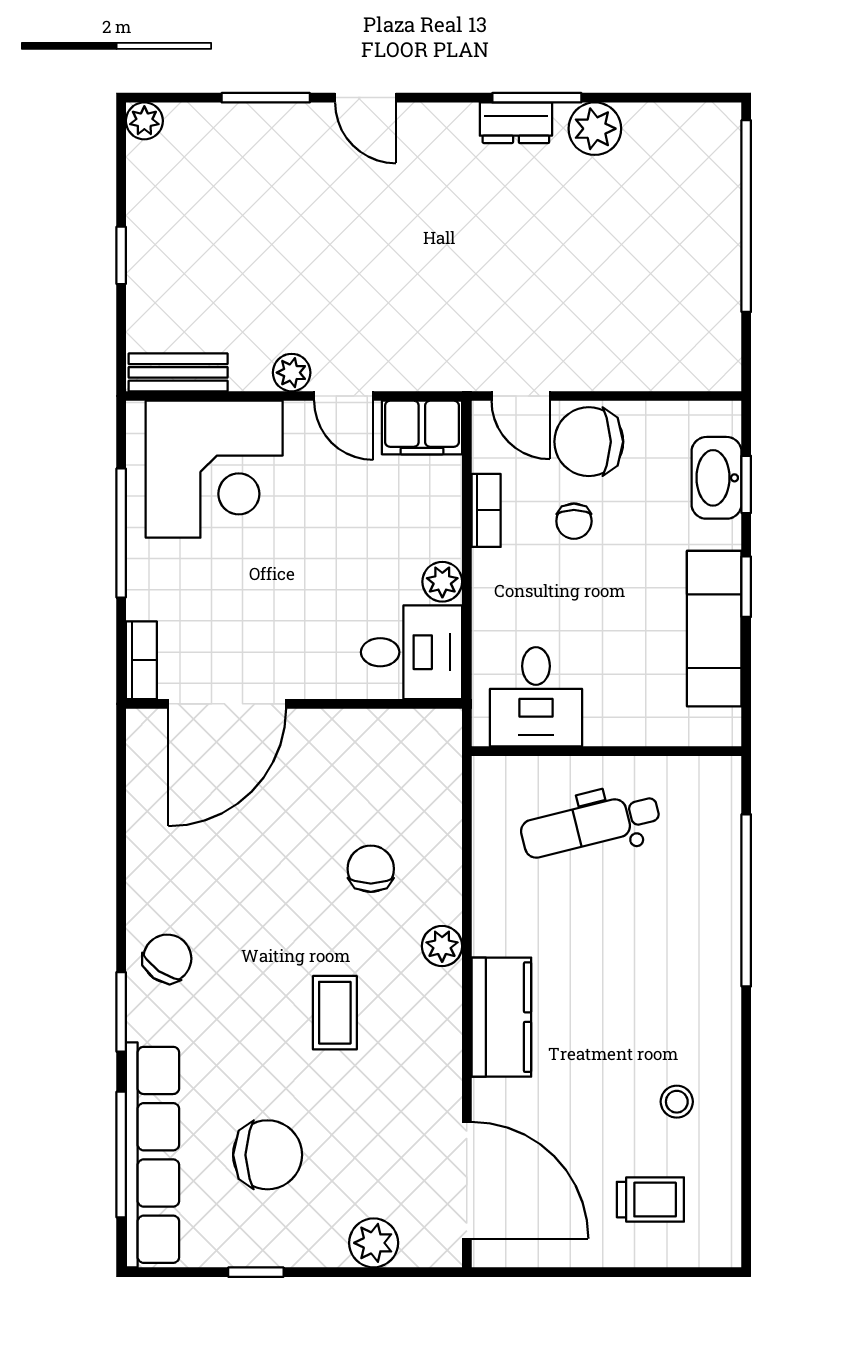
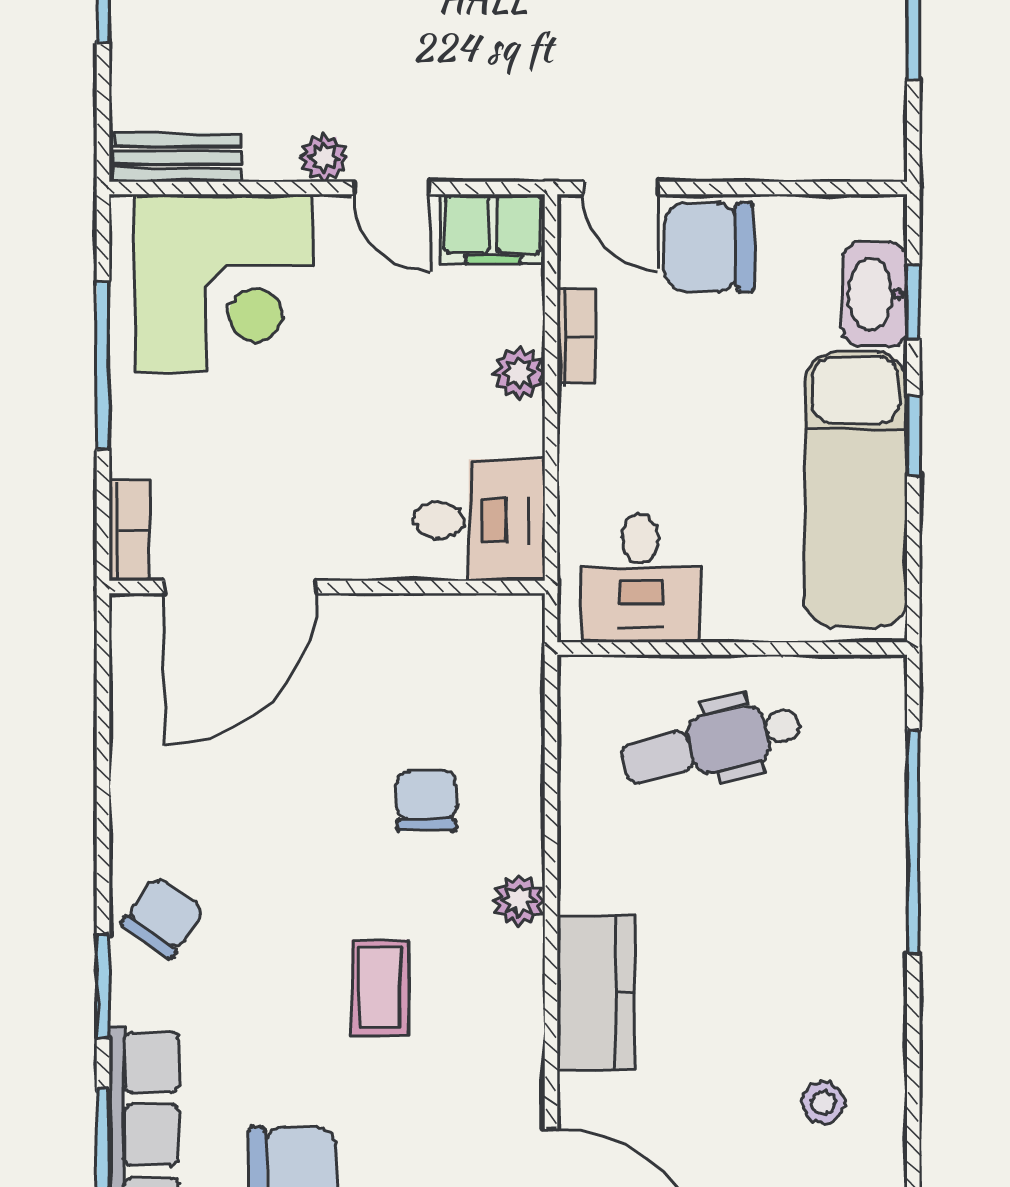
chair: (574, 521) -> (690, 350), removed
plant: (442, 582) -> (519, 373), moved
exam couch: (714, 629) -> (856, 490), width x1.36, depth x1.45

